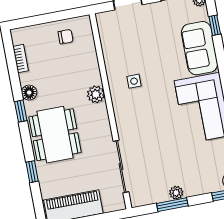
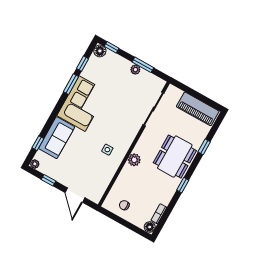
floor lamp: (29, 93) -> (150, 227), moved

